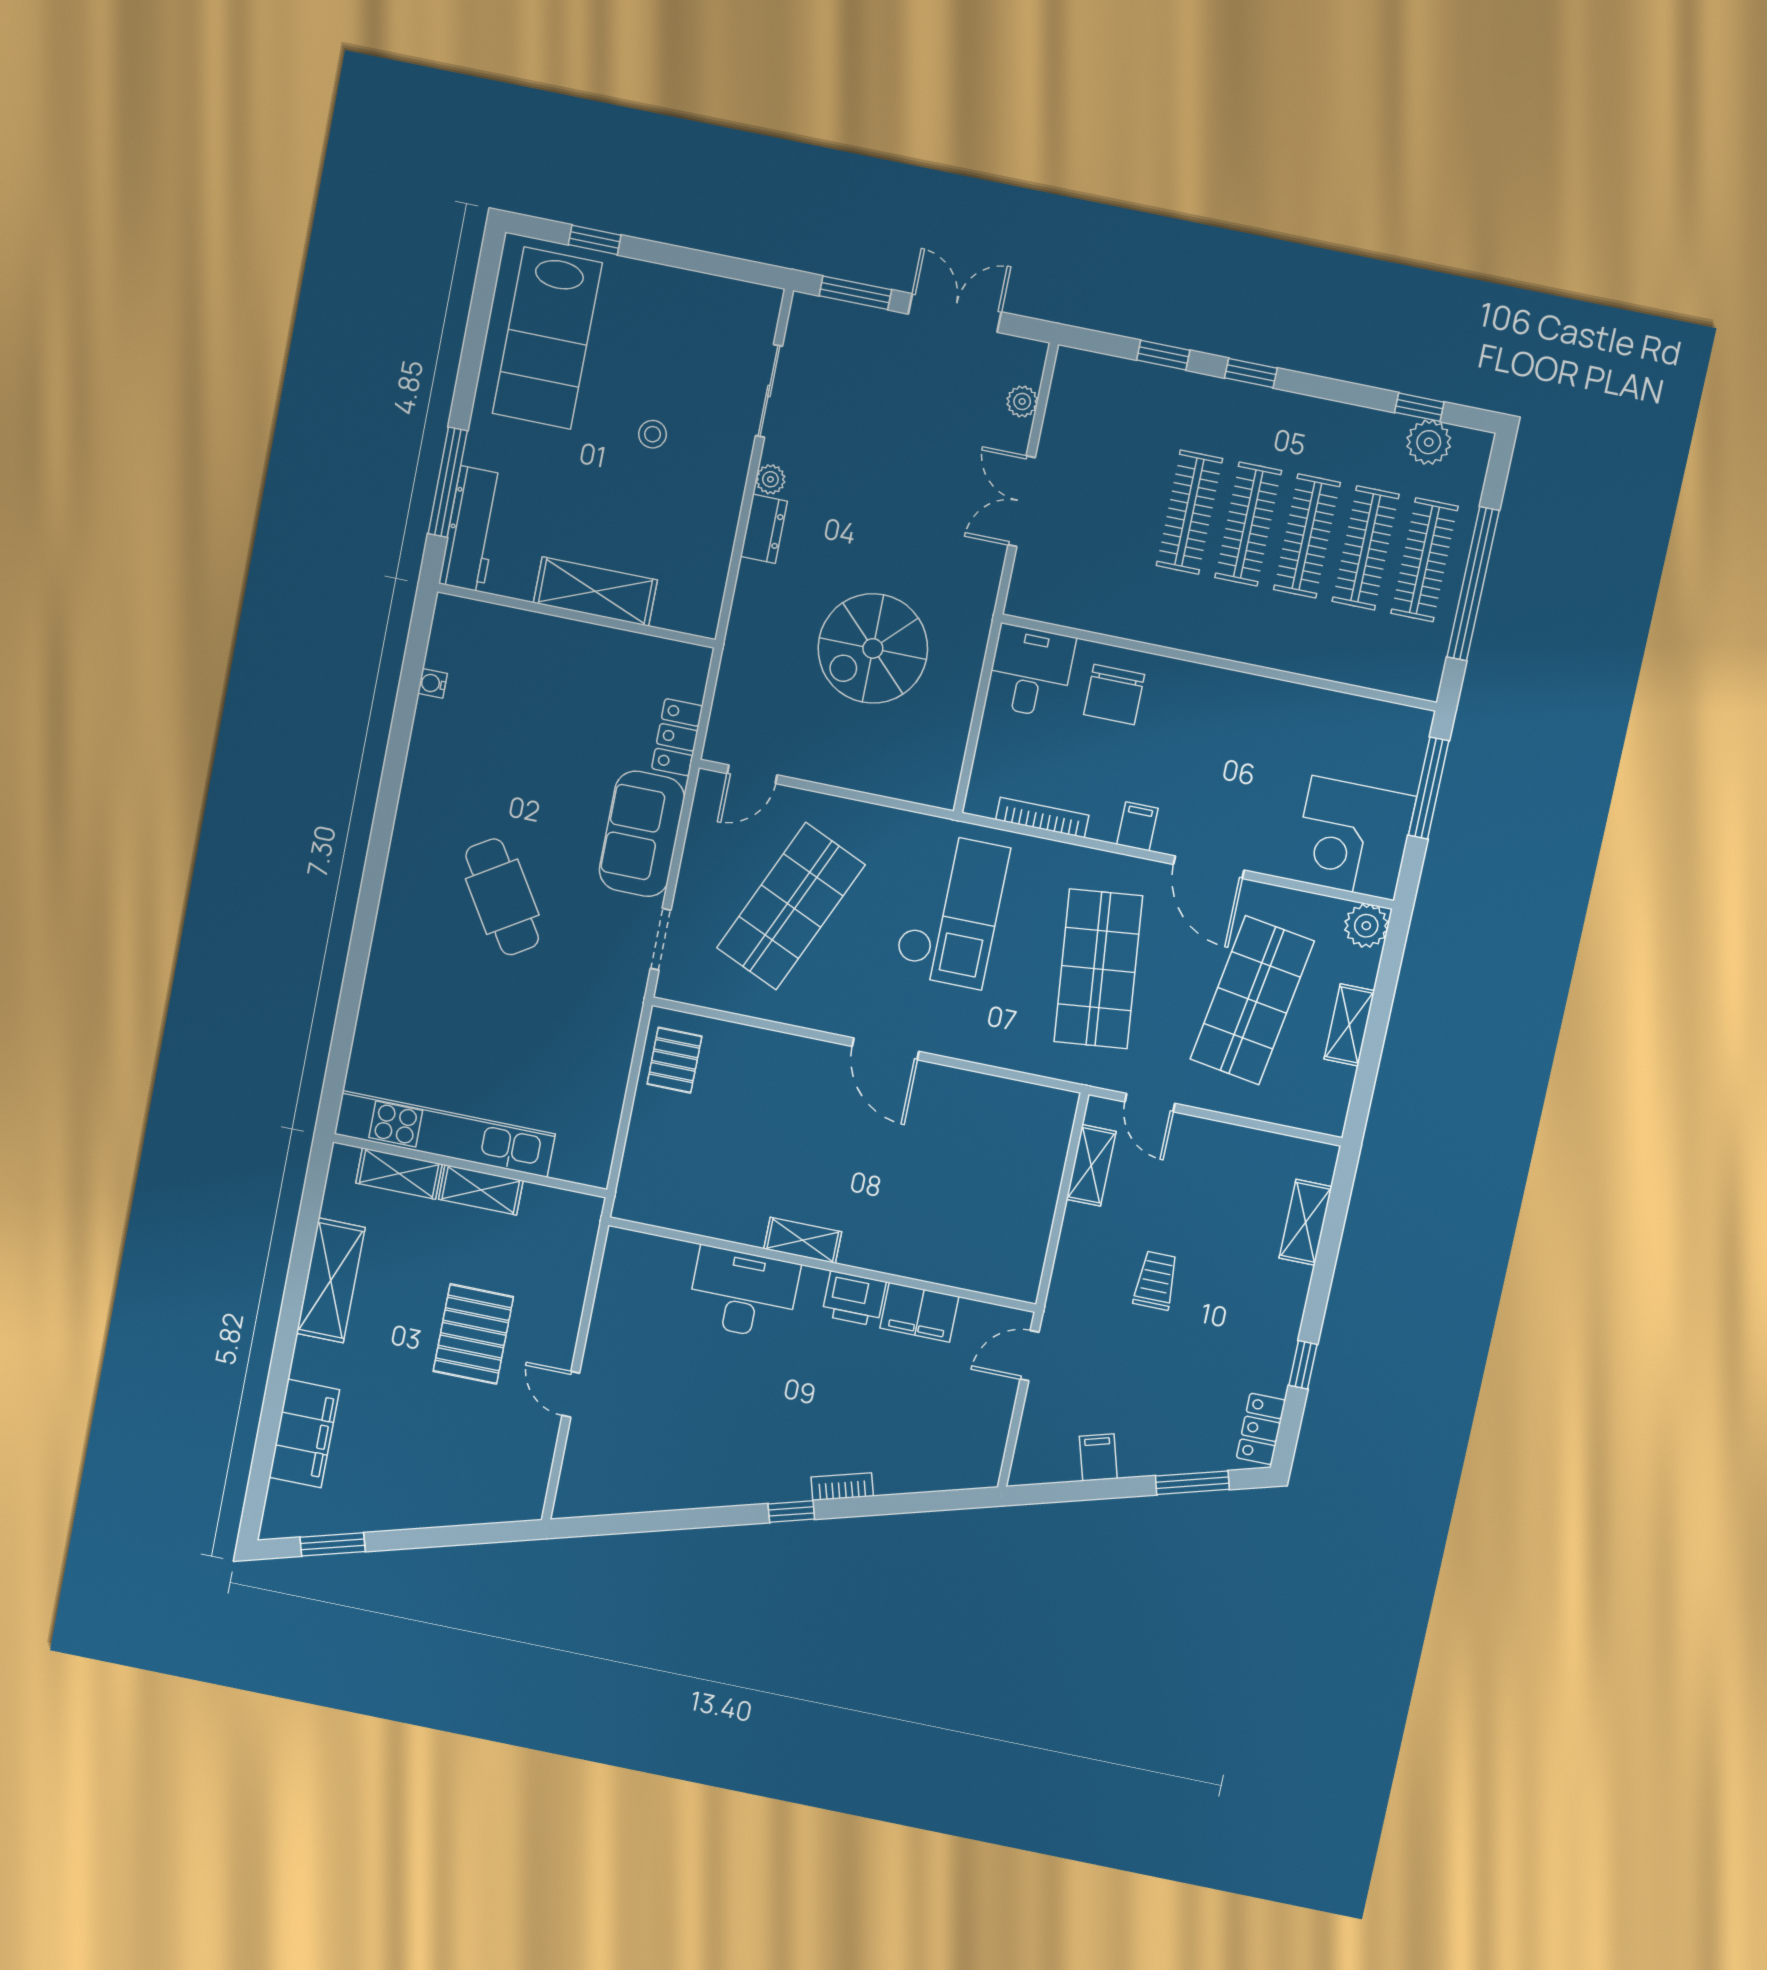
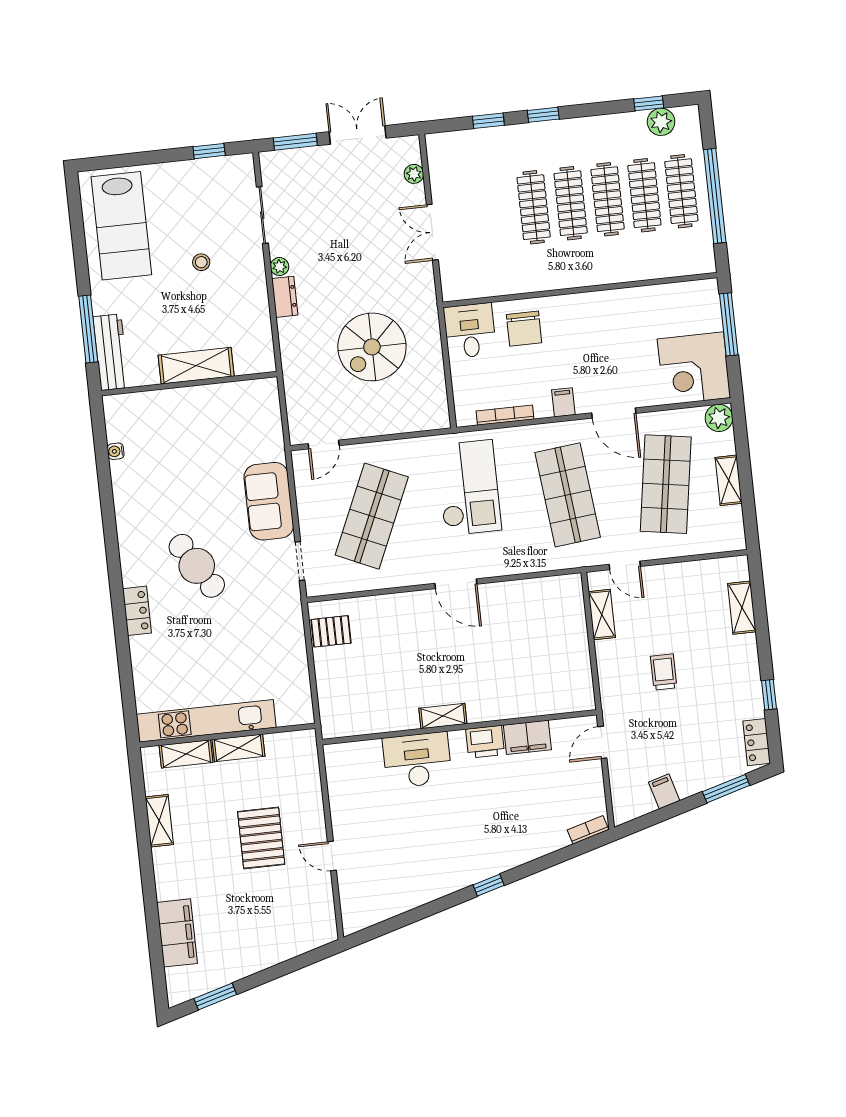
window: (595, 240) -> (209, 151), moved
locker: (677, 737) -> (137, 611), moved, turned 180
pallet: (674, 1060) -> (331, 631), turned 90
shelving: (331, 1280) -> (159, 821), width x0.67, depth x0.75
bookcase: (842, 1487) -> (588, 830), moved

